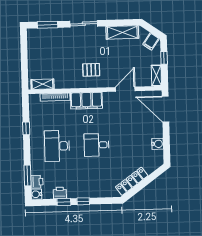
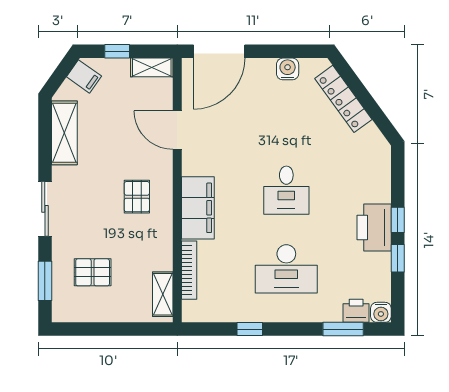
pallet: (53, 49) -> (93, 272), added
locker: (132, 181) -> (343, 99), moved
printer: (60, 193) -> (374, 228), moved, width x1.87, depth x1.48

